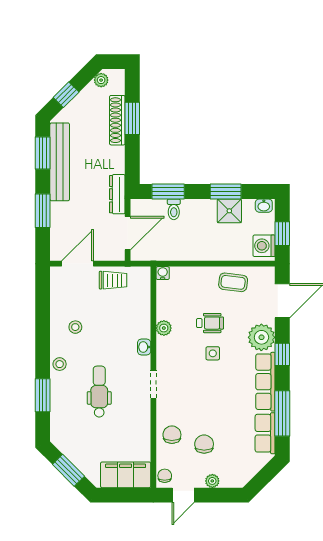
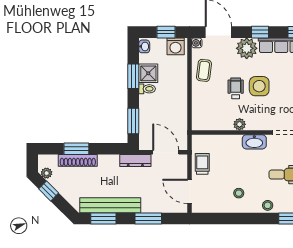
window: (66, 95) -> (49, 191), moved
toilet: (174, 209) -> (147, 89), moved
water cooler: (163, 273) -> (197, 43), moved
washbasin: (144, 347) -> (254, 142), width x1.91, depth x1.45
side table: (213, 353) -> (259, 86), width x1.87, depth x1.87

